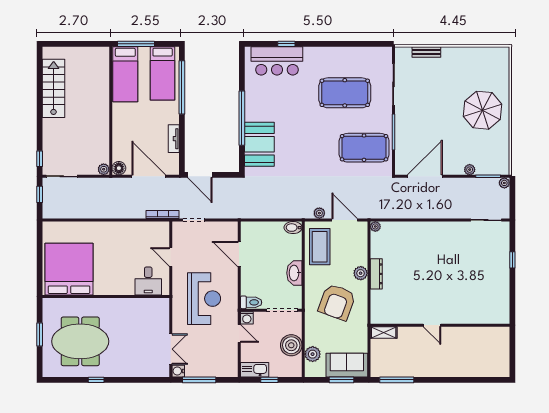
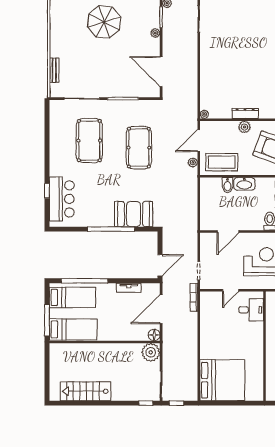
pool table: (364, 148) -> (139, 148), moved
plant: (104, 169) -> (151, 352), width x1.87, depth x1.87
bidet: (293, 228) -> (227, 185), moved
bed: (69, 269) -> (222, 380), moved, turned 180

